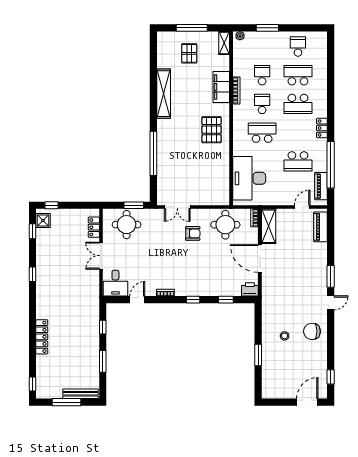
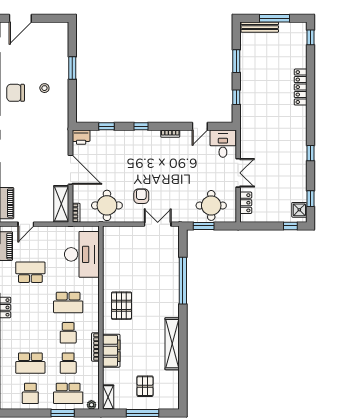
school desk: (298, 104) -> (68, 393), moved, turned 180
armchair: (193, 233) -> (141, 196), turned 90
chair: (312, 331) -> (16, 93), turned 180

